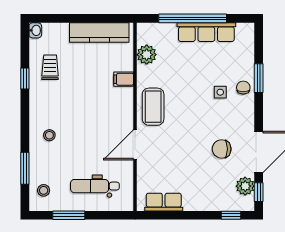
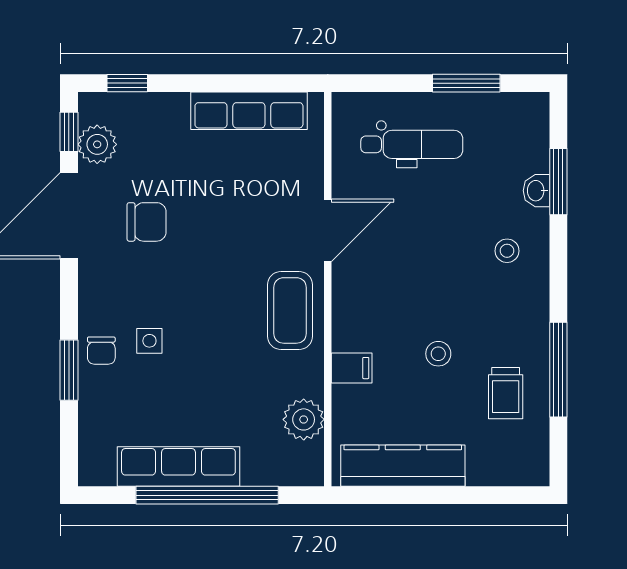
washbasin: (35, 30) -> (536, 191), moved
window: (25, 78) -> (558, 370), width x2.17
stool: (44, 190) -> (438, 354), moved
row of seats: (164, 202) -> (249, 111), width x1.48

